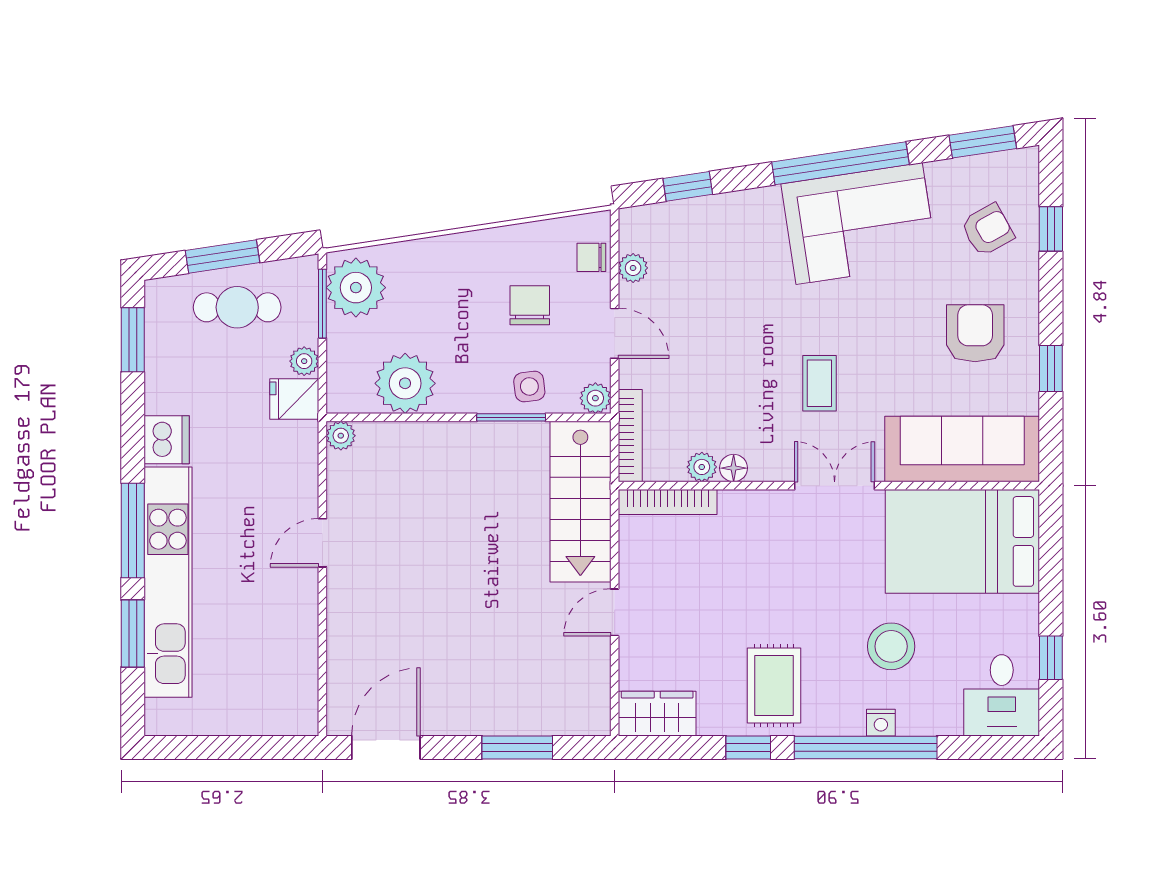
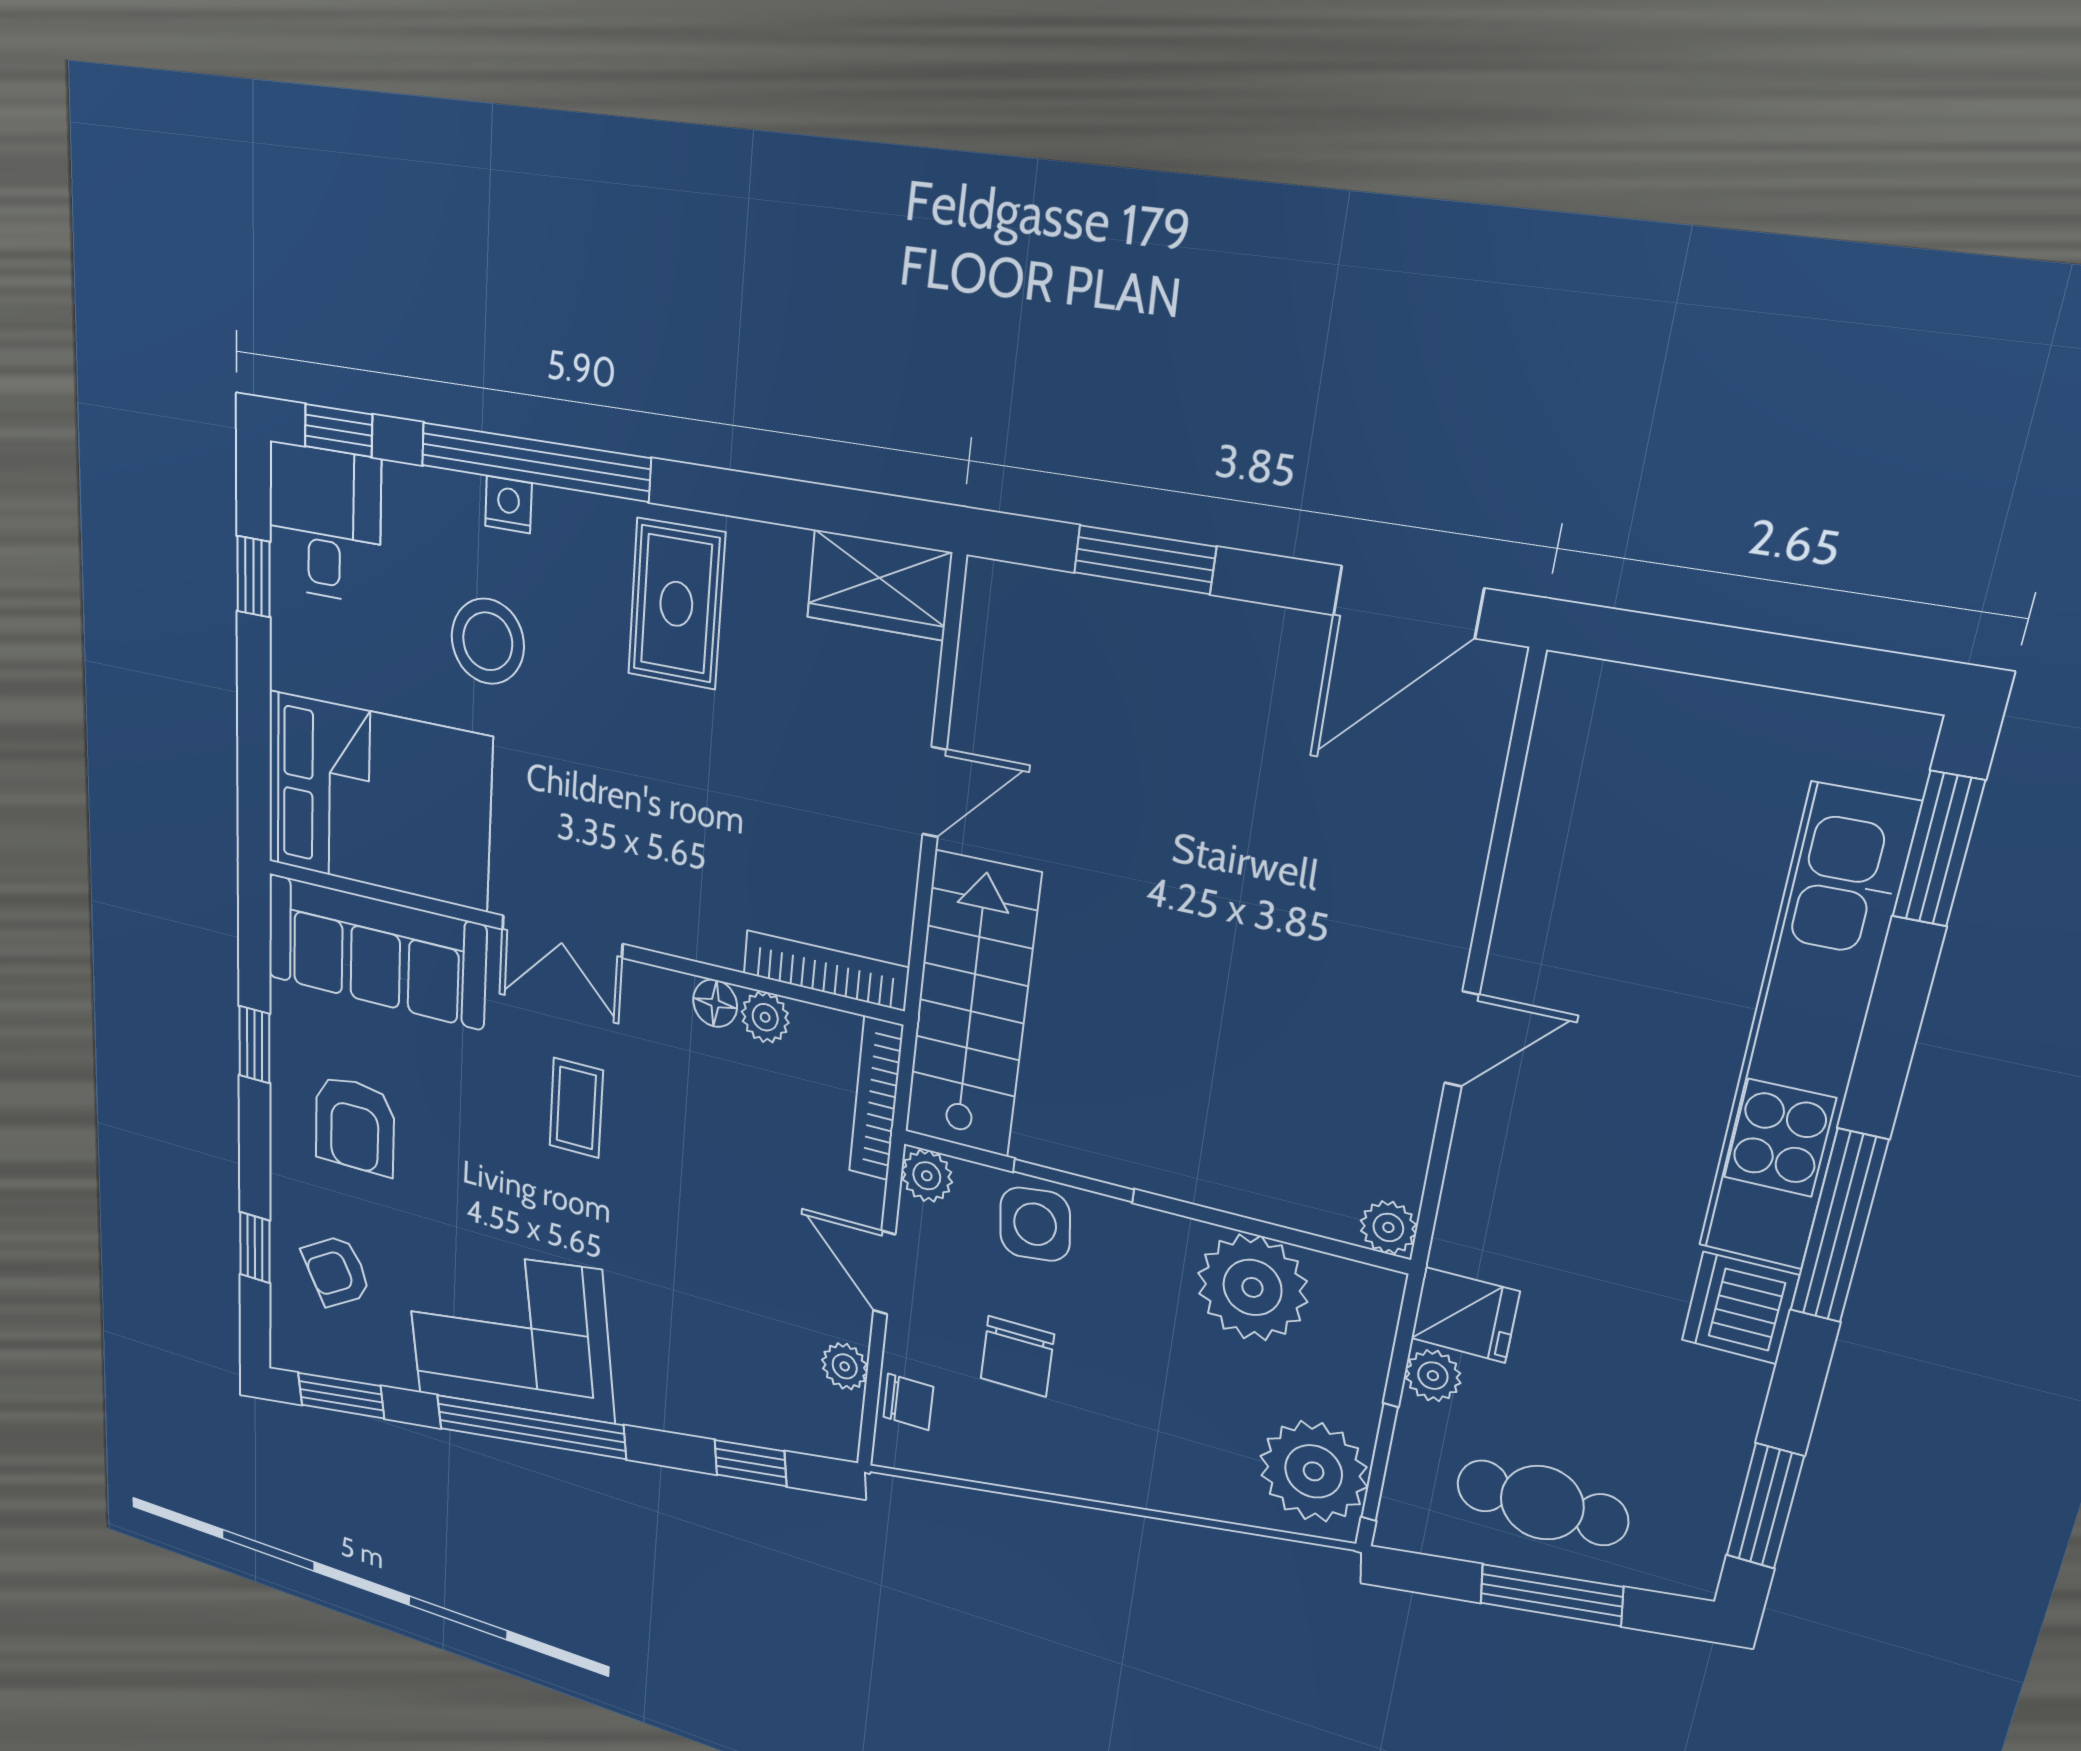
side table: (529, 386) -> (1035, 1224), width x1.37, depth x1.37
window: (133, 530) -> (1839, 1226), moved
window: (133, 633) -> (1938, 849), moved
window: (748, 747) -> (338, 430), moved

